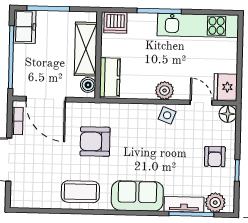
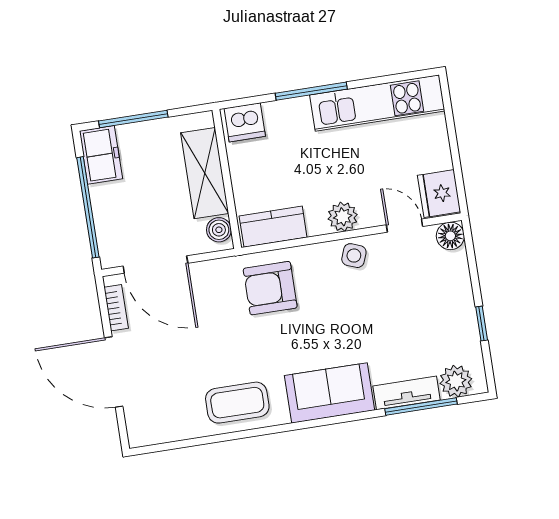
kitchen counter: (110, 77) -> (273, 227), moved, turned -90
armchair: (95, 142) -> (270, 288), moved
armchair: (215, 157) -> (442, 308), removed

